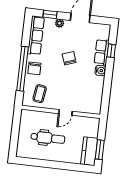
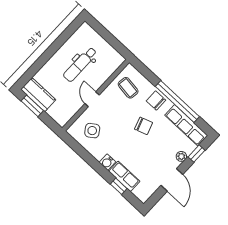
chair: (69, 58) -> (144, 126), moved
window: (22, 69) -> (177, 101), moved
side table: (87, 97) -> (92, 131), added

